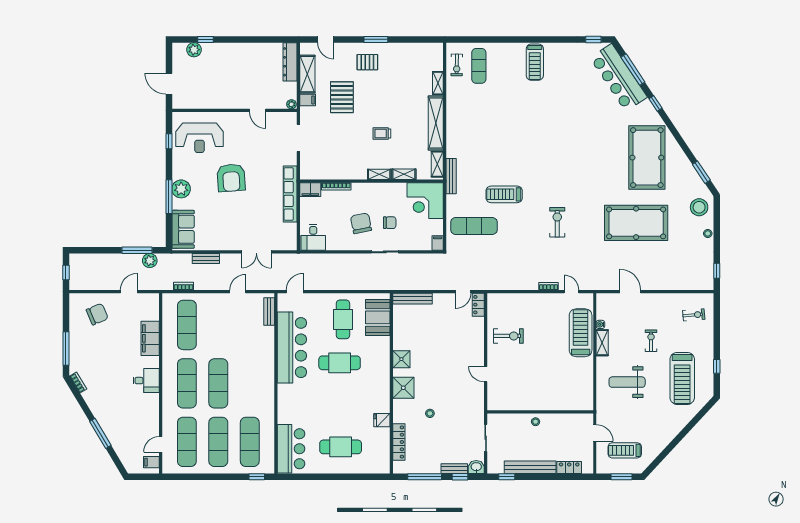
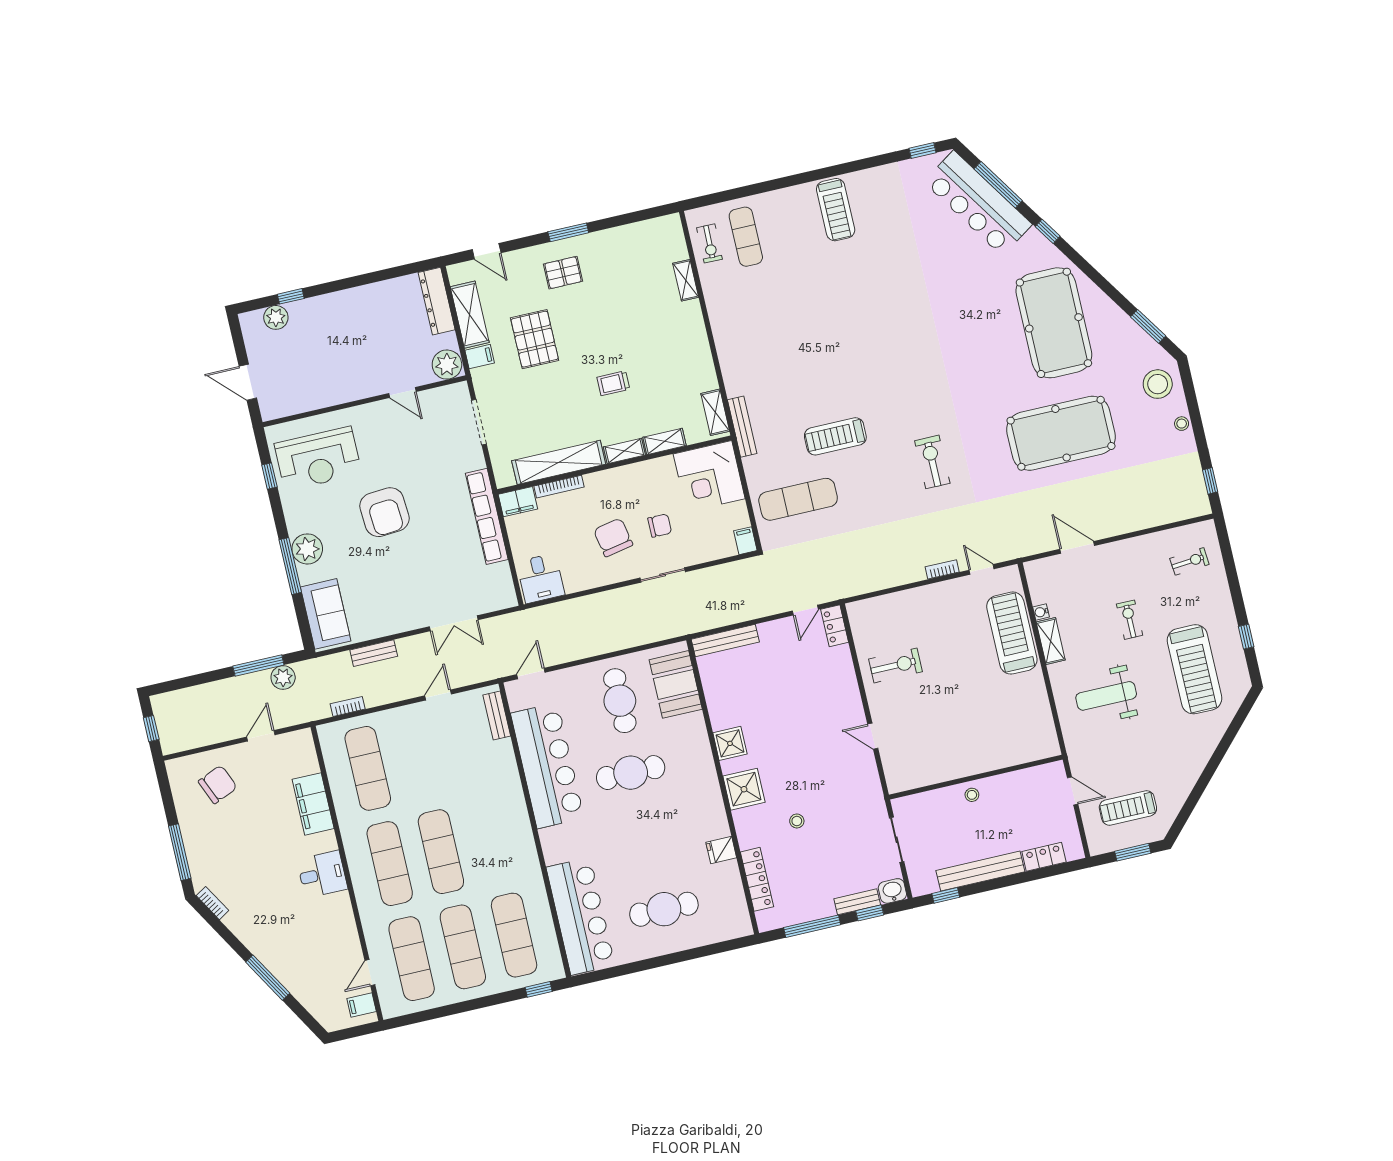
plant: (291, 104) -> (447, 365), width x1.88, depth x1.88
shelving: (436, 123) -> (559, 462), moved, turned 90
bar counter: (291, 449) -> (581, 916), width x1.36

